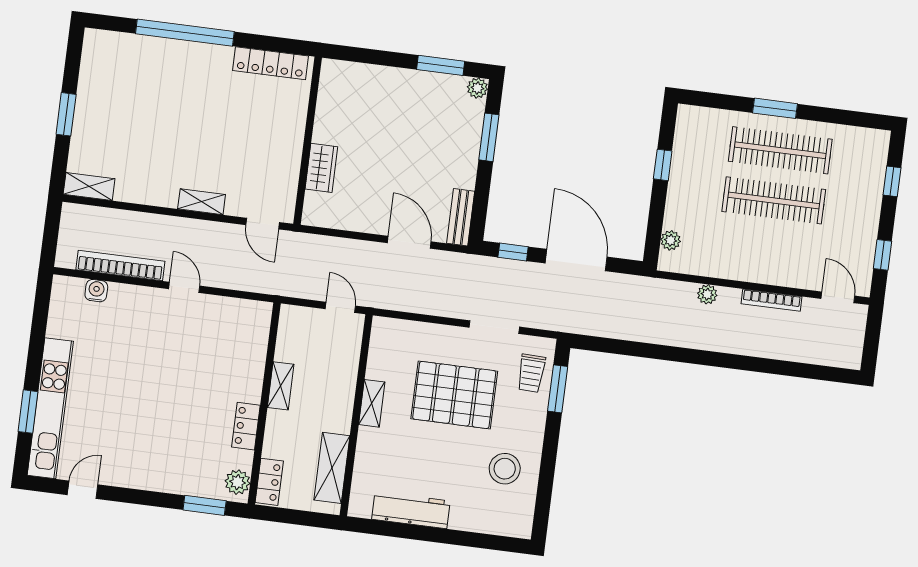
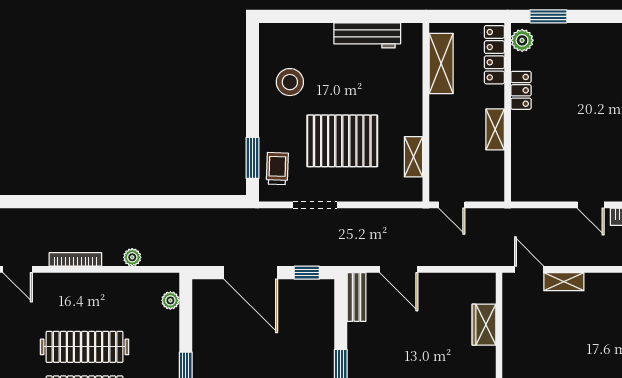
shelving: (202, 202) -> (564, 282), moved
shelving: (372, 403) -> (414, 157), moved
locker: (269, 482) -> (494, 55), width x1.53

